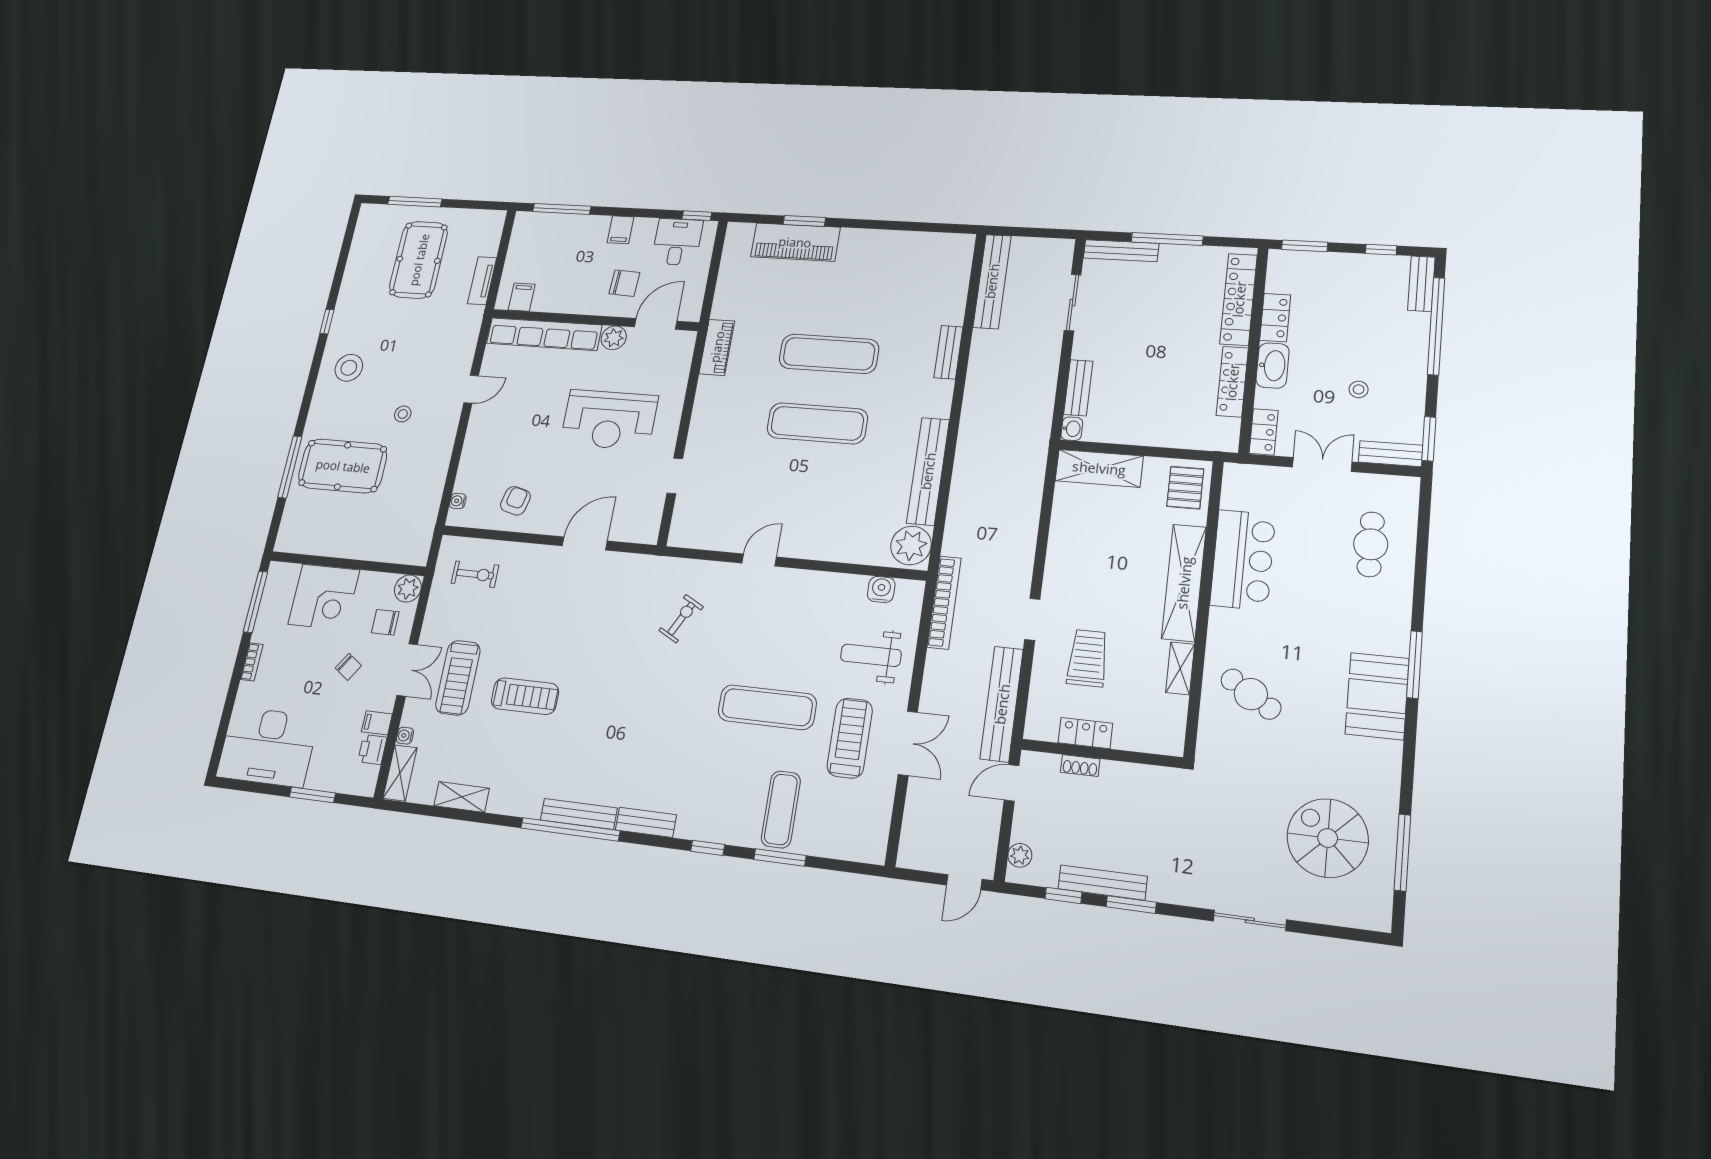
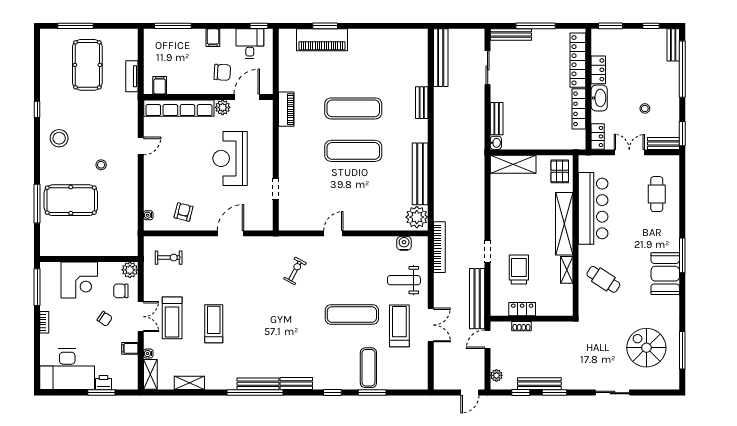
reception desk: (609, 420) -> (230, 158), turned 90
bar counter: (1243, 560) -> (593, 208), width x1.36
treadmill: (525, 696) -> (214, 324), turned -90
printer: (372, 749) -> (103, 383), moved, turned 90

